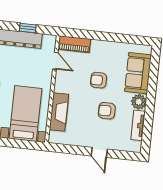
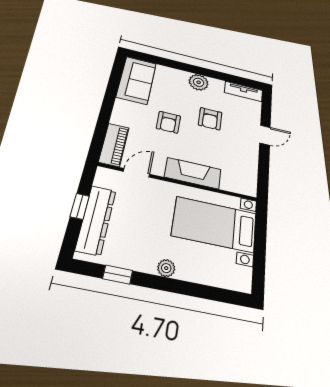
sofa: (138, 73) -> (137, 80), moved, turned -90
fireplace: (59, 112) -> (193, 173), moved
tv unit: (138, 125) -> (244, 91), moved

